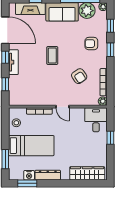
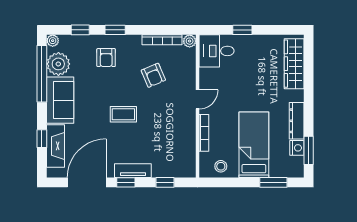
armchair: (79, 76) -> (153, 75), turned 101

